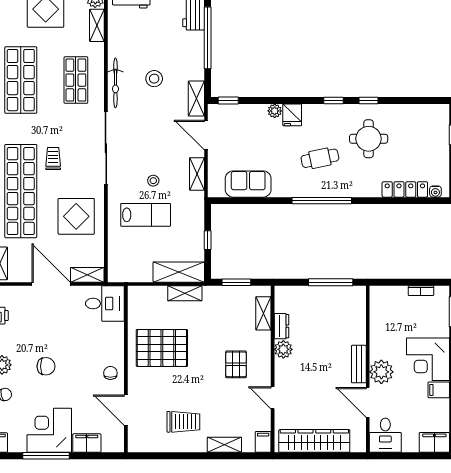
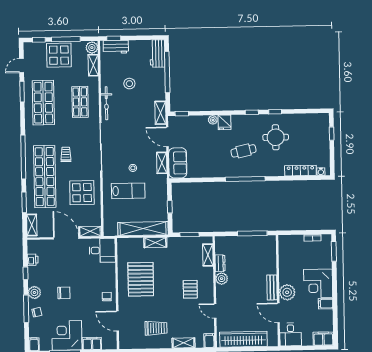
stool: (154, 79) -> (129, 84), moved
sofa: (248, 184) -> (178, 163), moved, turned 90
shelving: (179, 272) -> (143, 229), width x1.47
pallet: (162, 348) -> (141, 279), turned 90

